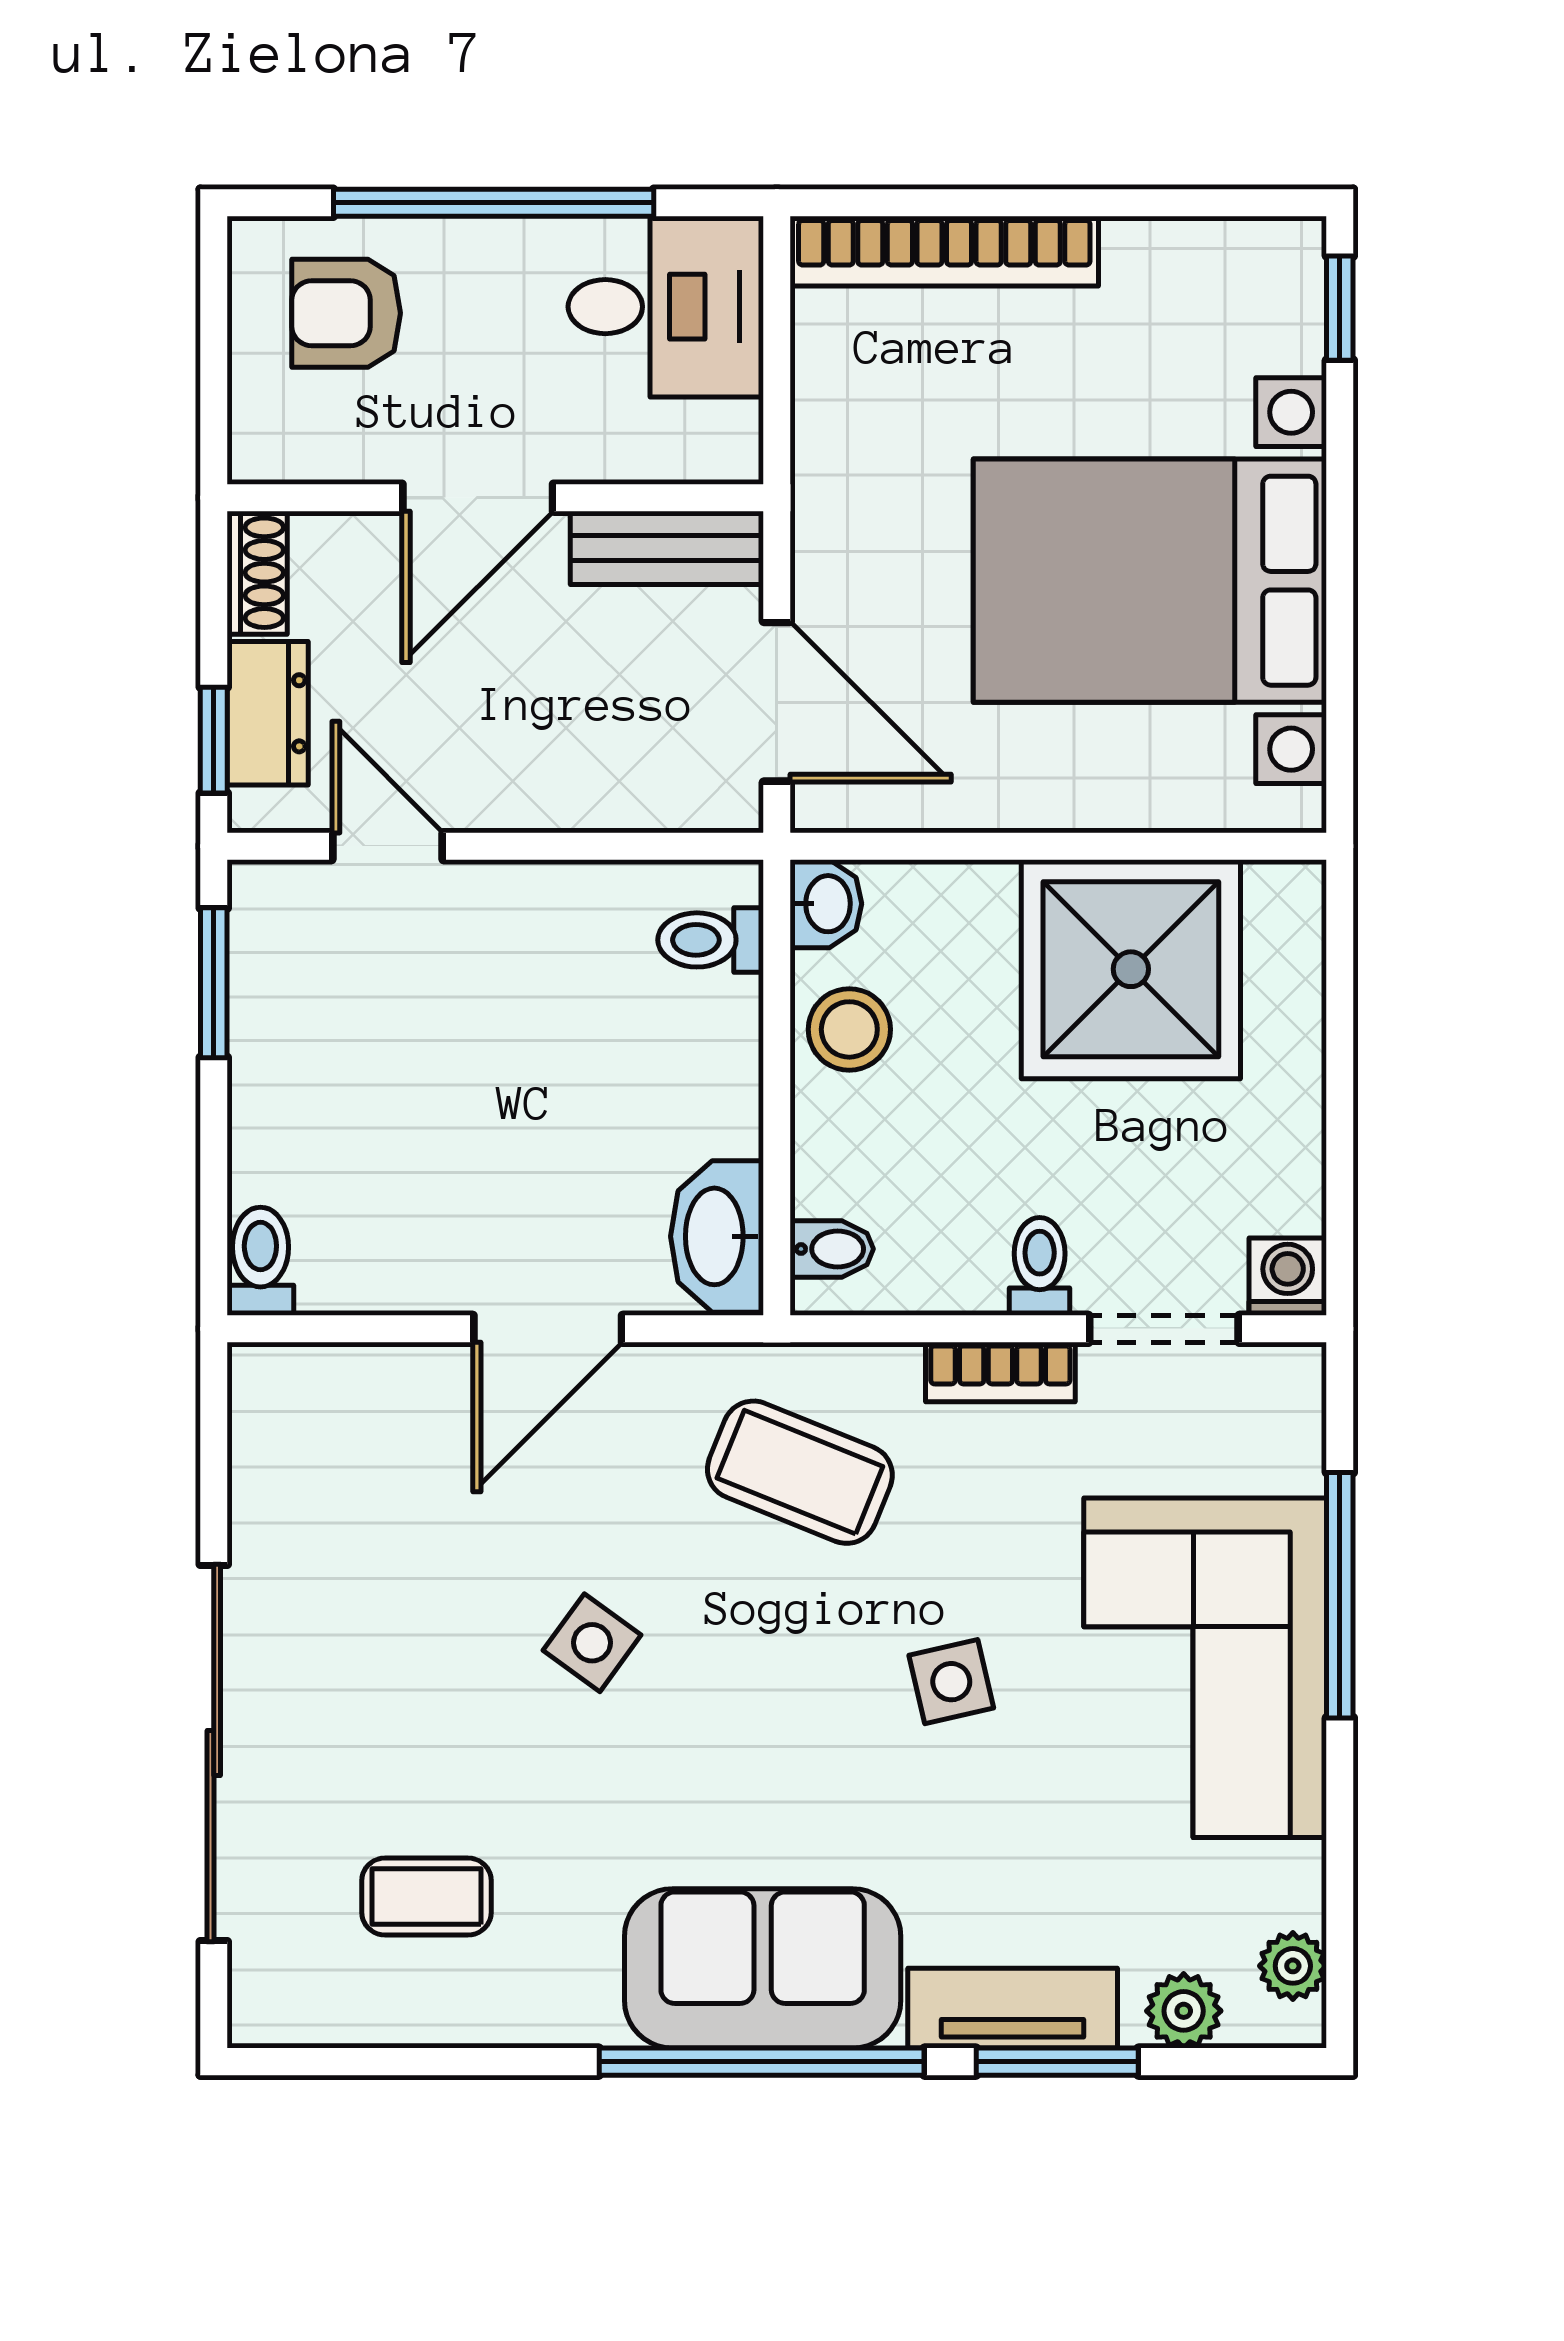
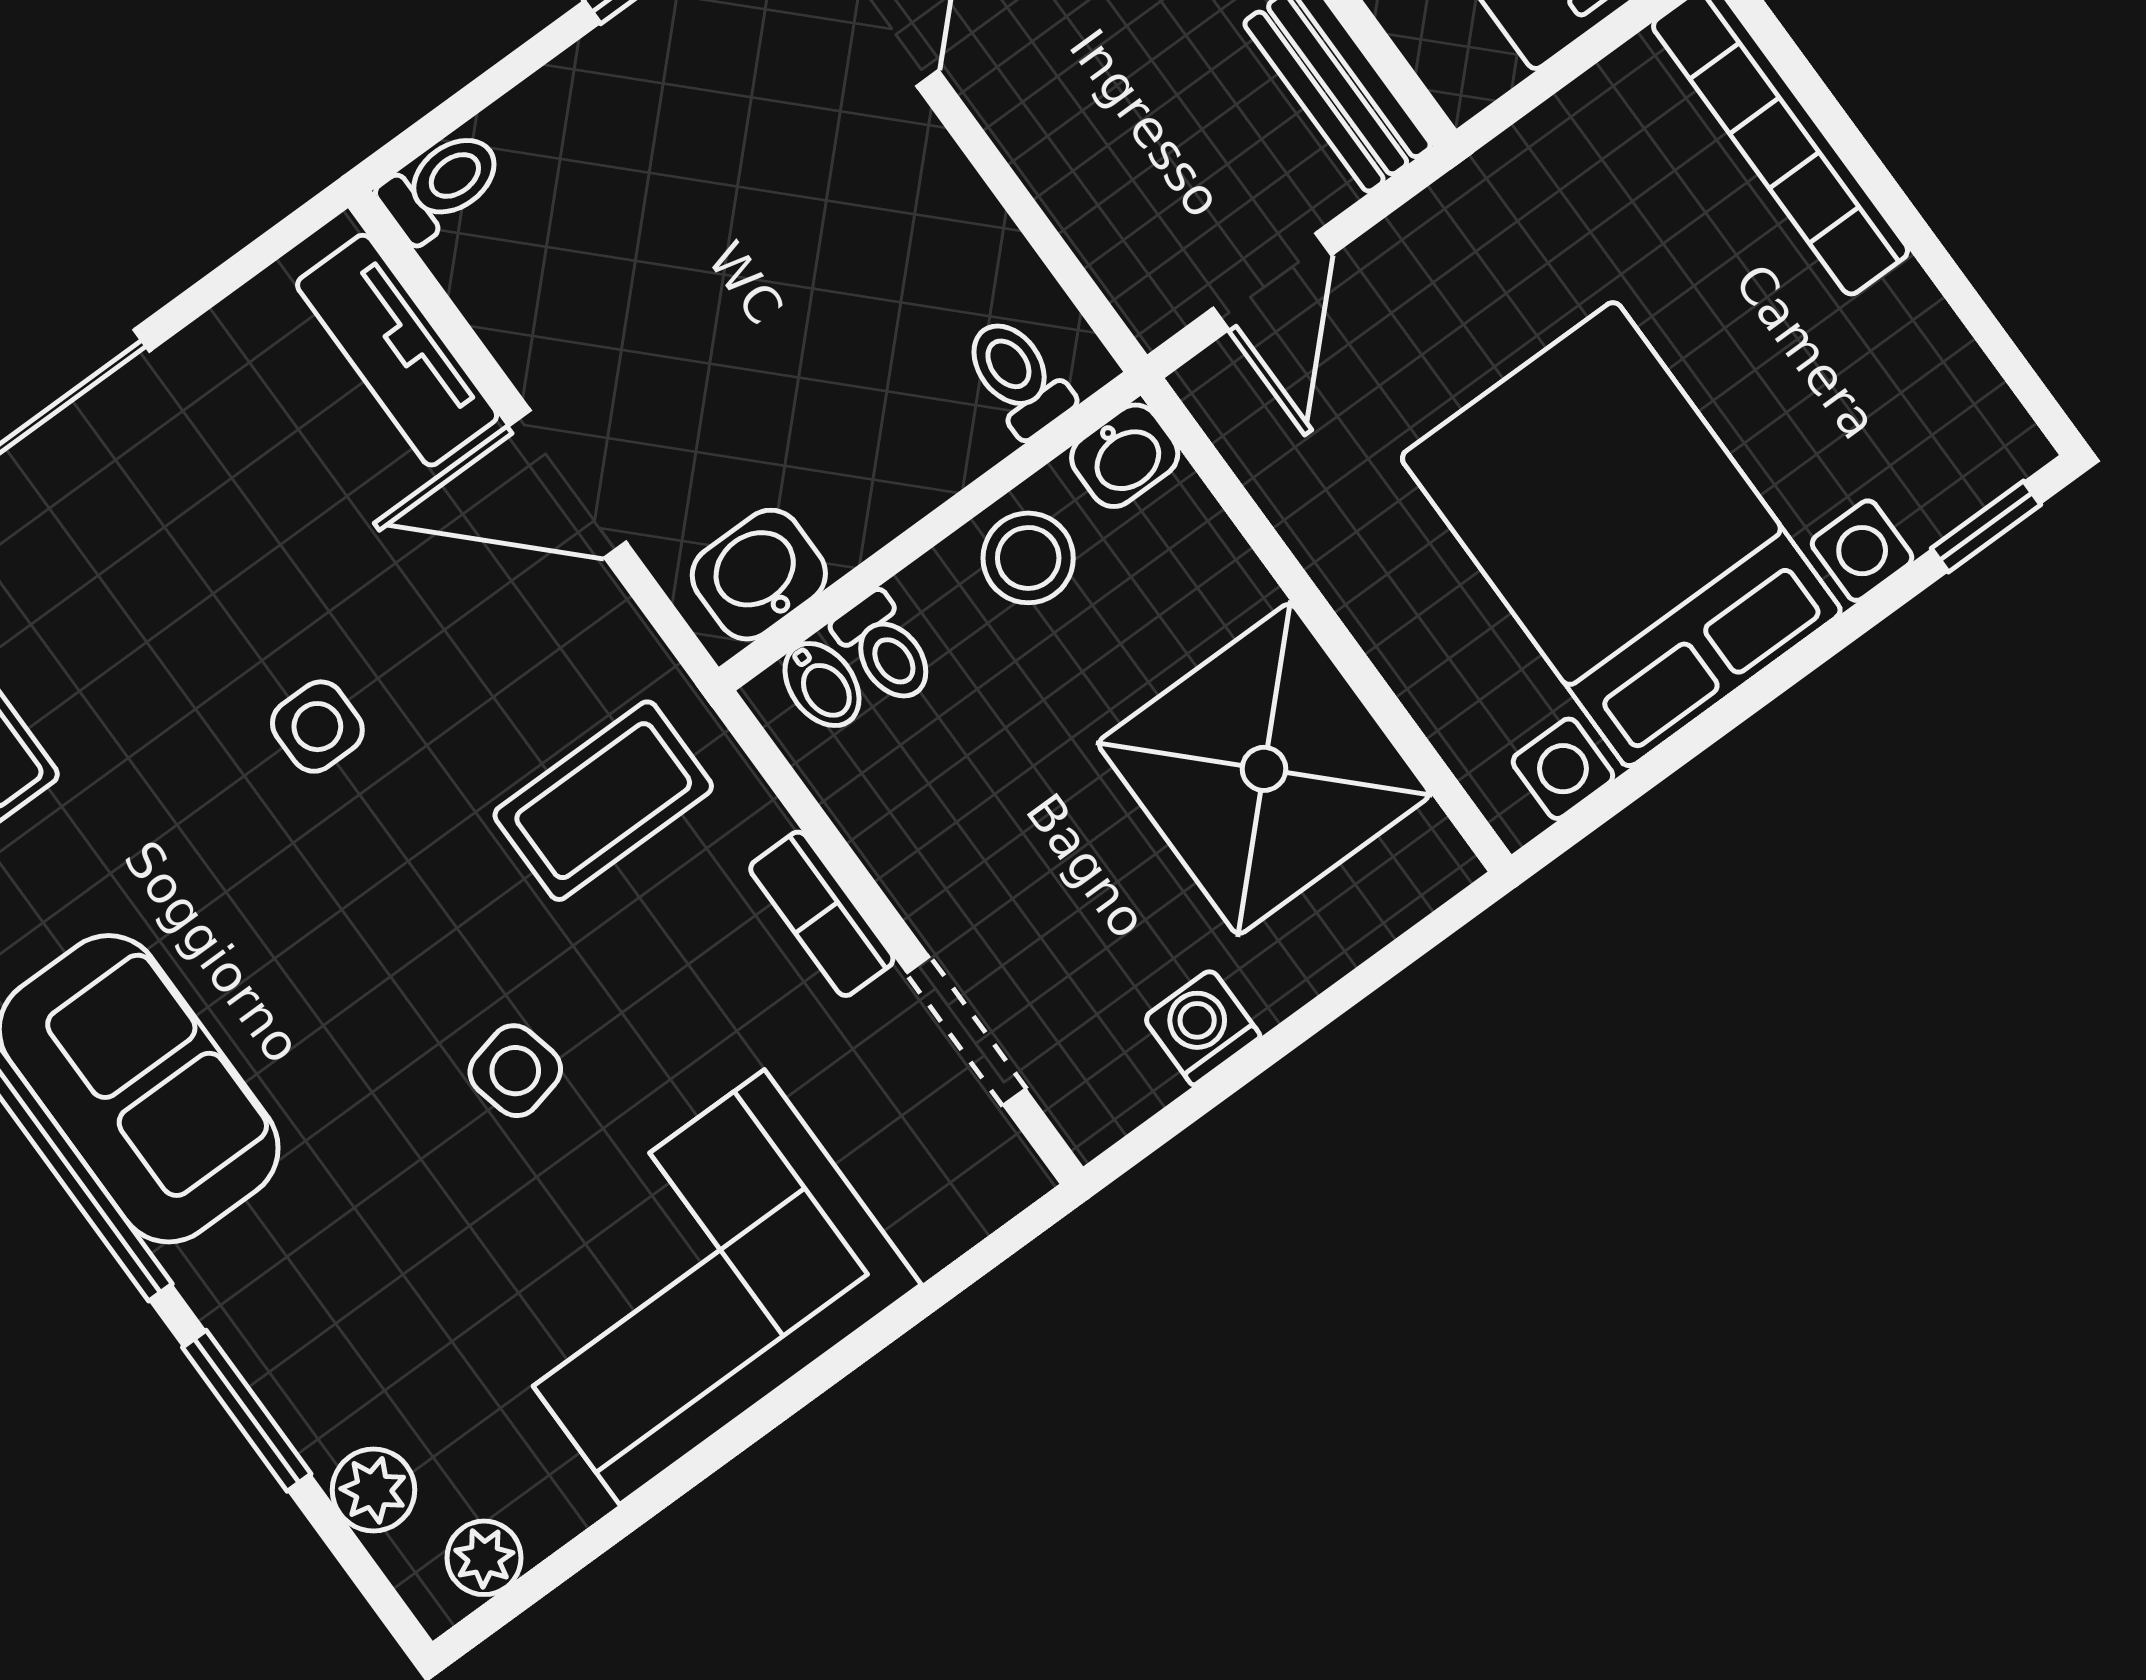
door: (777, 702) -> (1272, 281), width x0.73
washbasin: (717, 1236) -> (759, 575), width x0.72
toilet: (1040, 1266) -> (885, 649), moved, turned 90
washing machine: (1288, 1277) -> (1202, 1027), moved, turned -90
coffee table: (800, 1472) -> (603, 801), turned 68
window: (1340, 1595) -> (844, 1360), removed
side table: (592, 1643) -> (317, 727), turned -36
tv unit: (1013, 2008) -> (397, 350), moved, turned 180

